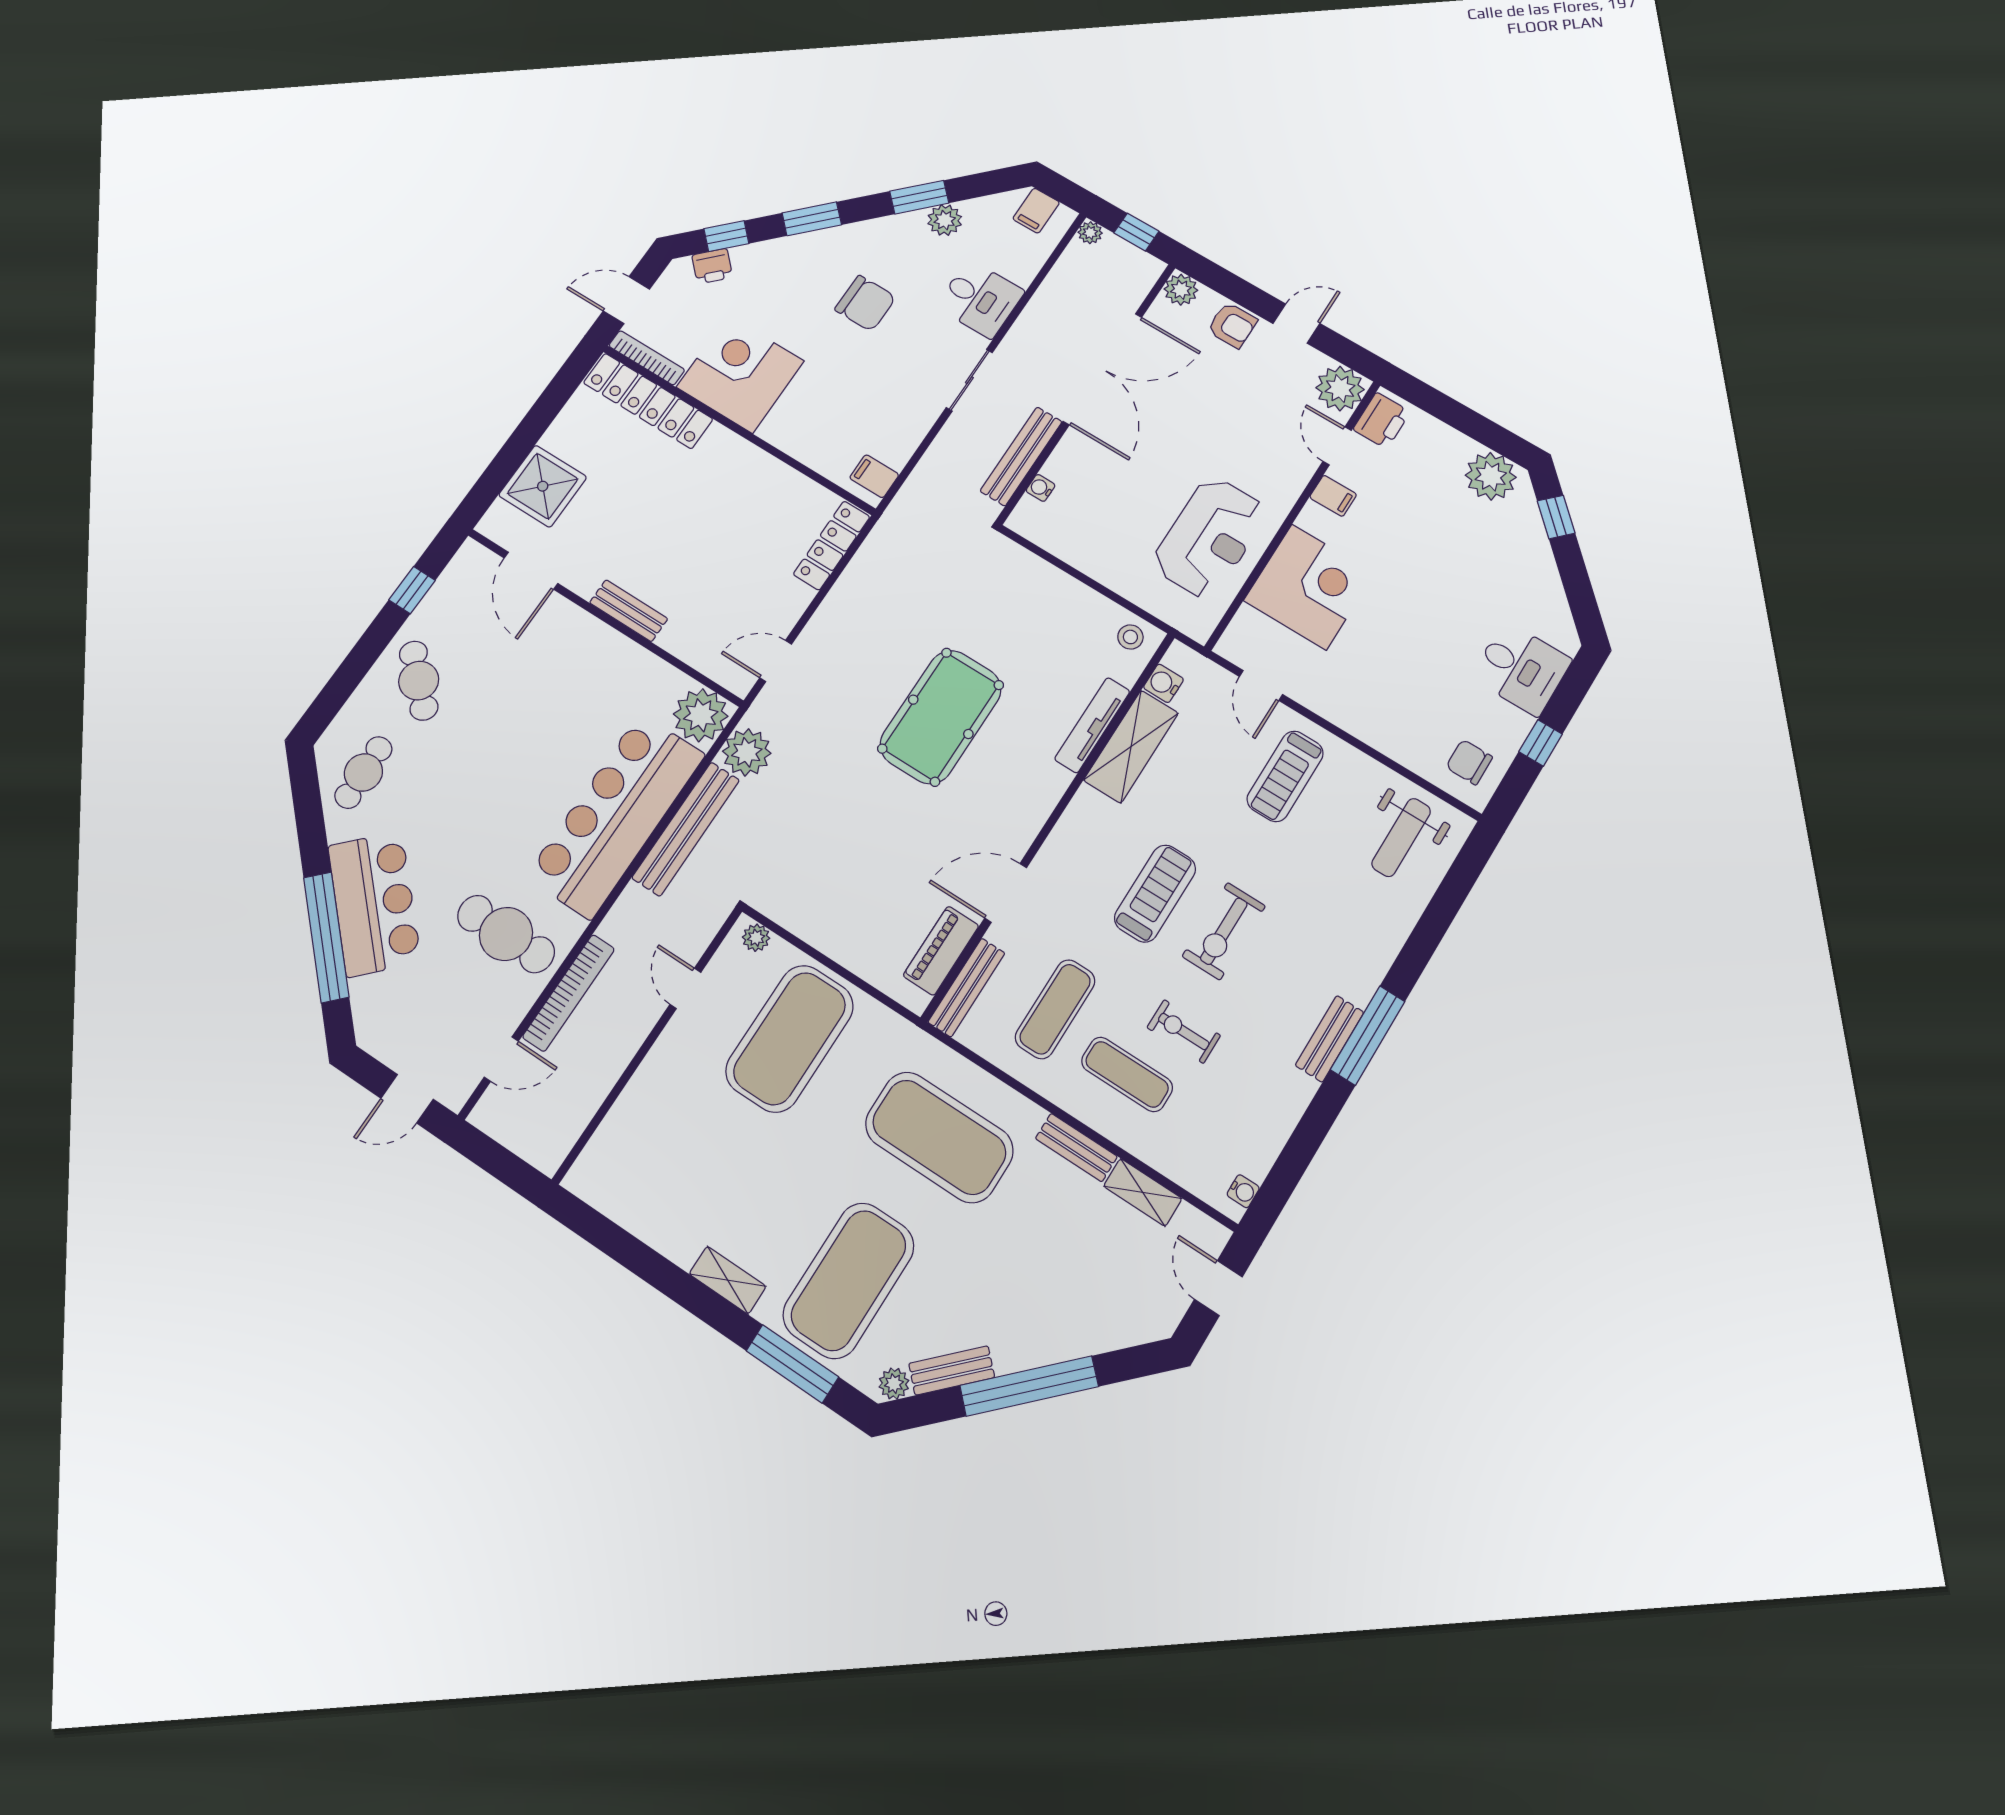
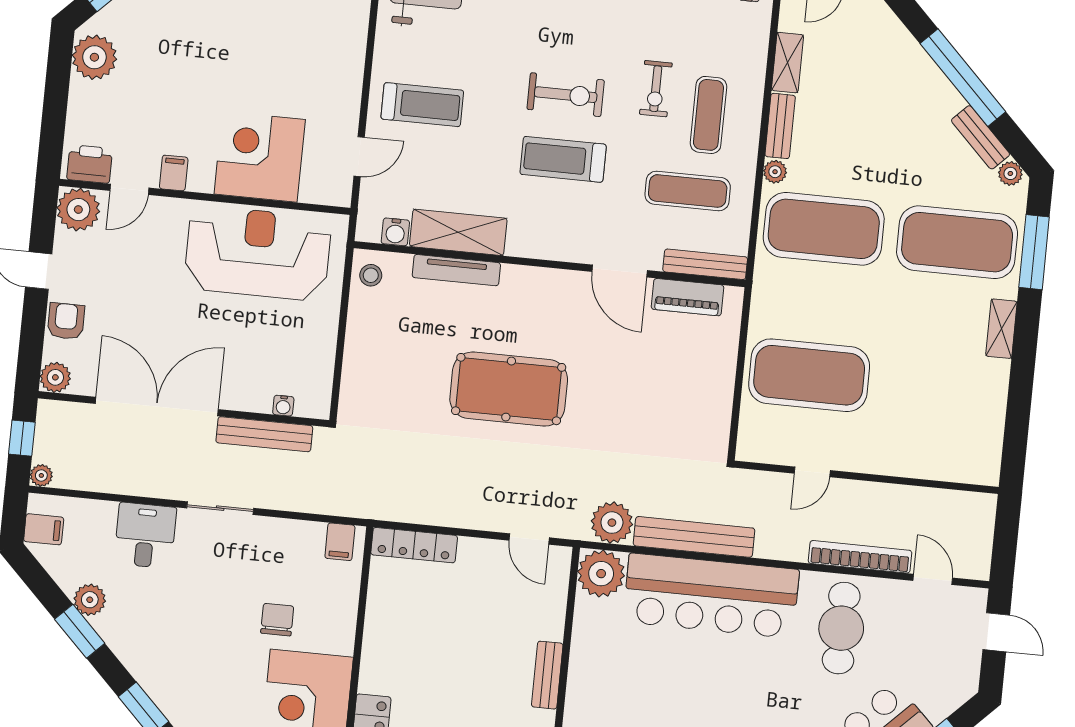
chair: (865, 303) -> (277, 620), moved, width x0.73, depth x0.73
reception desk: (1210, 538) -> (258, 253), width x1.36, depth x1.30
plant: (756, 938) -> (775, 172), moved
exercise mat: (939, 1137) -> (824, 229), turned 90

